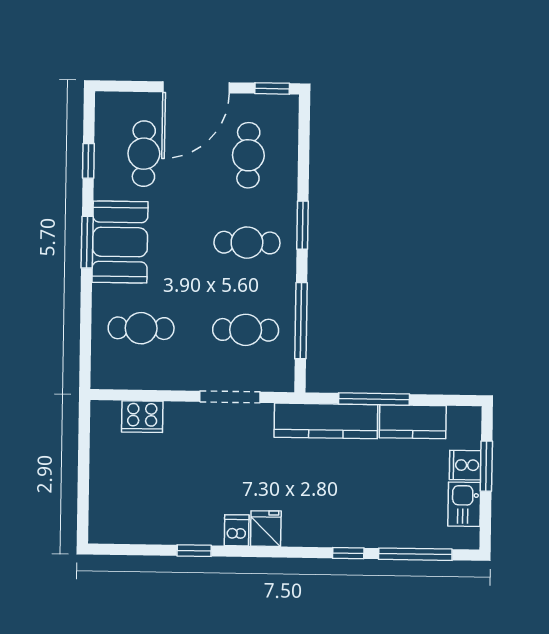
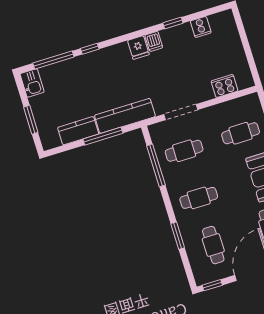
window: (303, 225) -> (178, 236), moved
cooker: (465, 465) -> (201, 27), moved, turned 90
kitchen sink: (464, 504) -> (32, 83), moved

